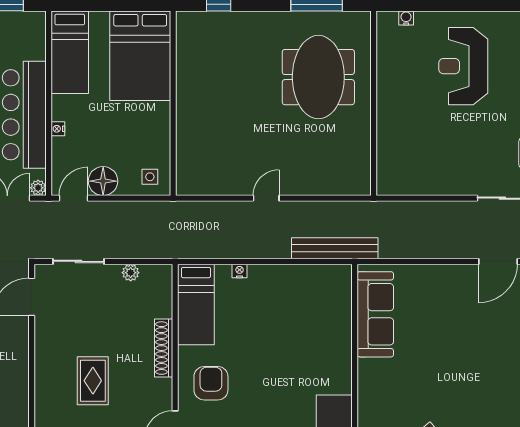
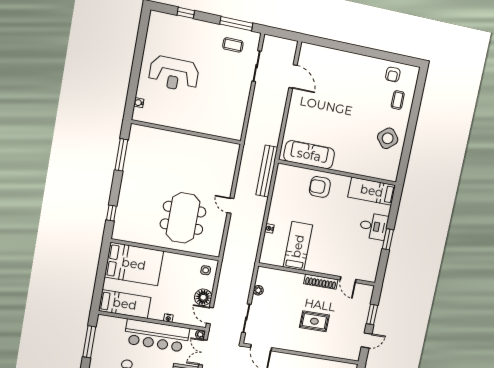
meeting table: (318, 77) -> (183, 218), moved, turned 90
bed: (196, 305) -> (298, 246), moved, turned -90
shoe rack: (164, 348) -> (321, 282), moved
armchair: (211, 383) -> (320, 187), moved

